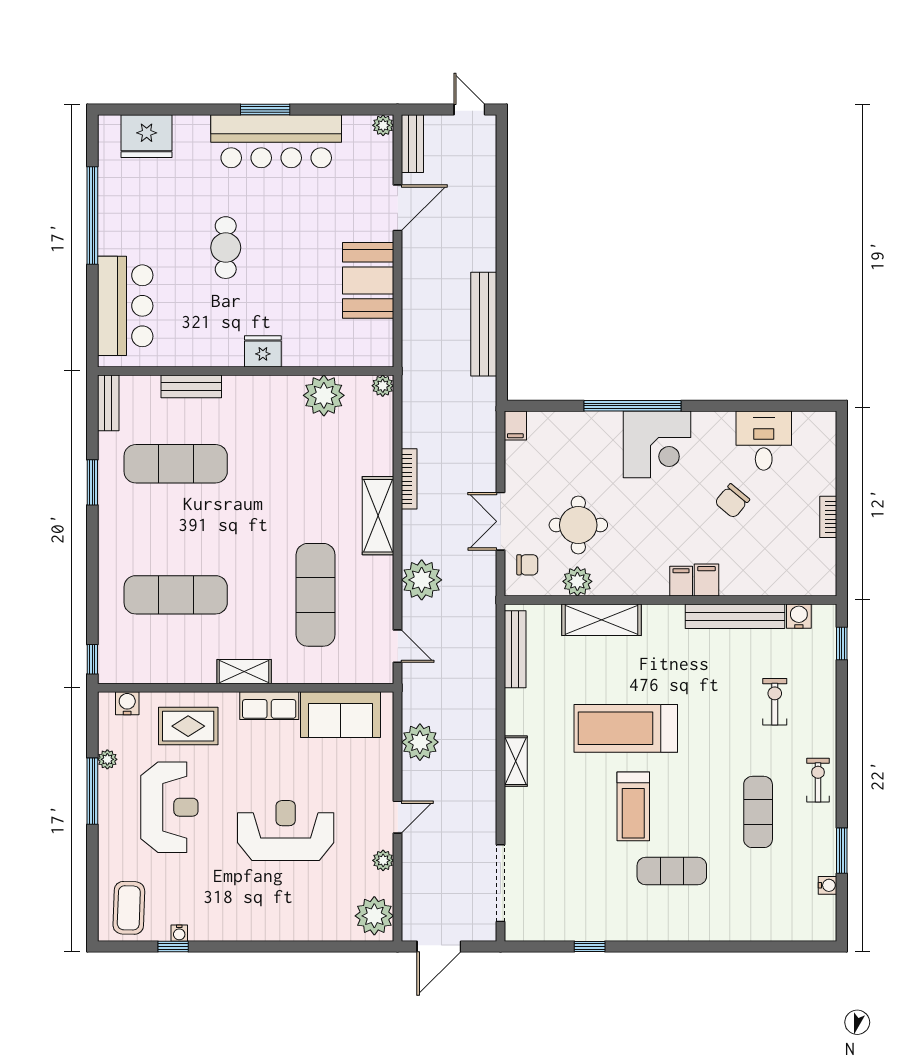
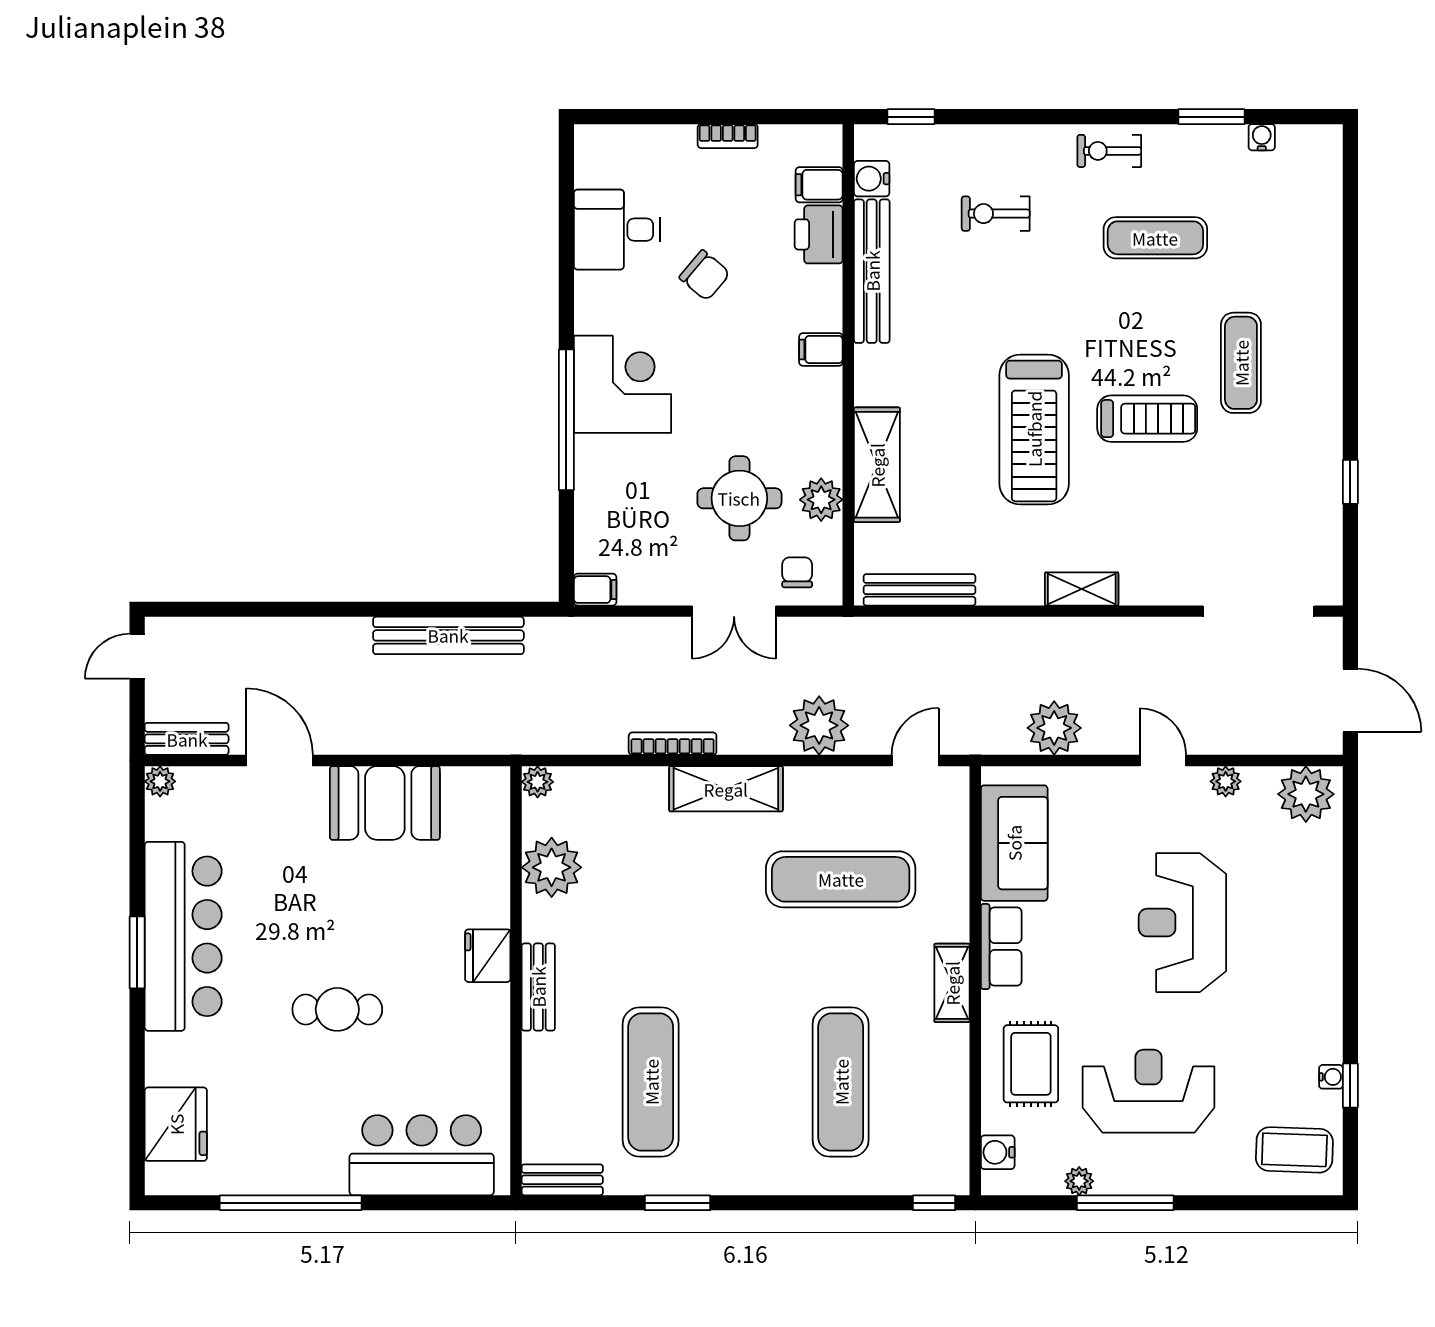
bench: (191, 386) -> (538, 987), moved
filing cabinet: (706, 580) -> (819, 185), moved
printer: (760, 580) -> (819, 234), added

